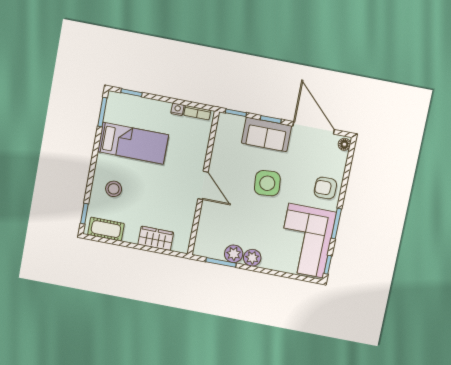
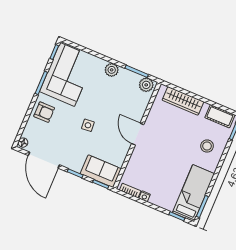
sofa: (266, 134) -> (101, 171), moved
bed: (133, 143) -> (193, 193), moved, turned 90
side table: (267, 183) -> (88, 125), width x0.54, depth x0.54
wardrobe: (156, 238) -> (183, 101), width x1.50
plant: (234, 254) -> (146, 85), moved

